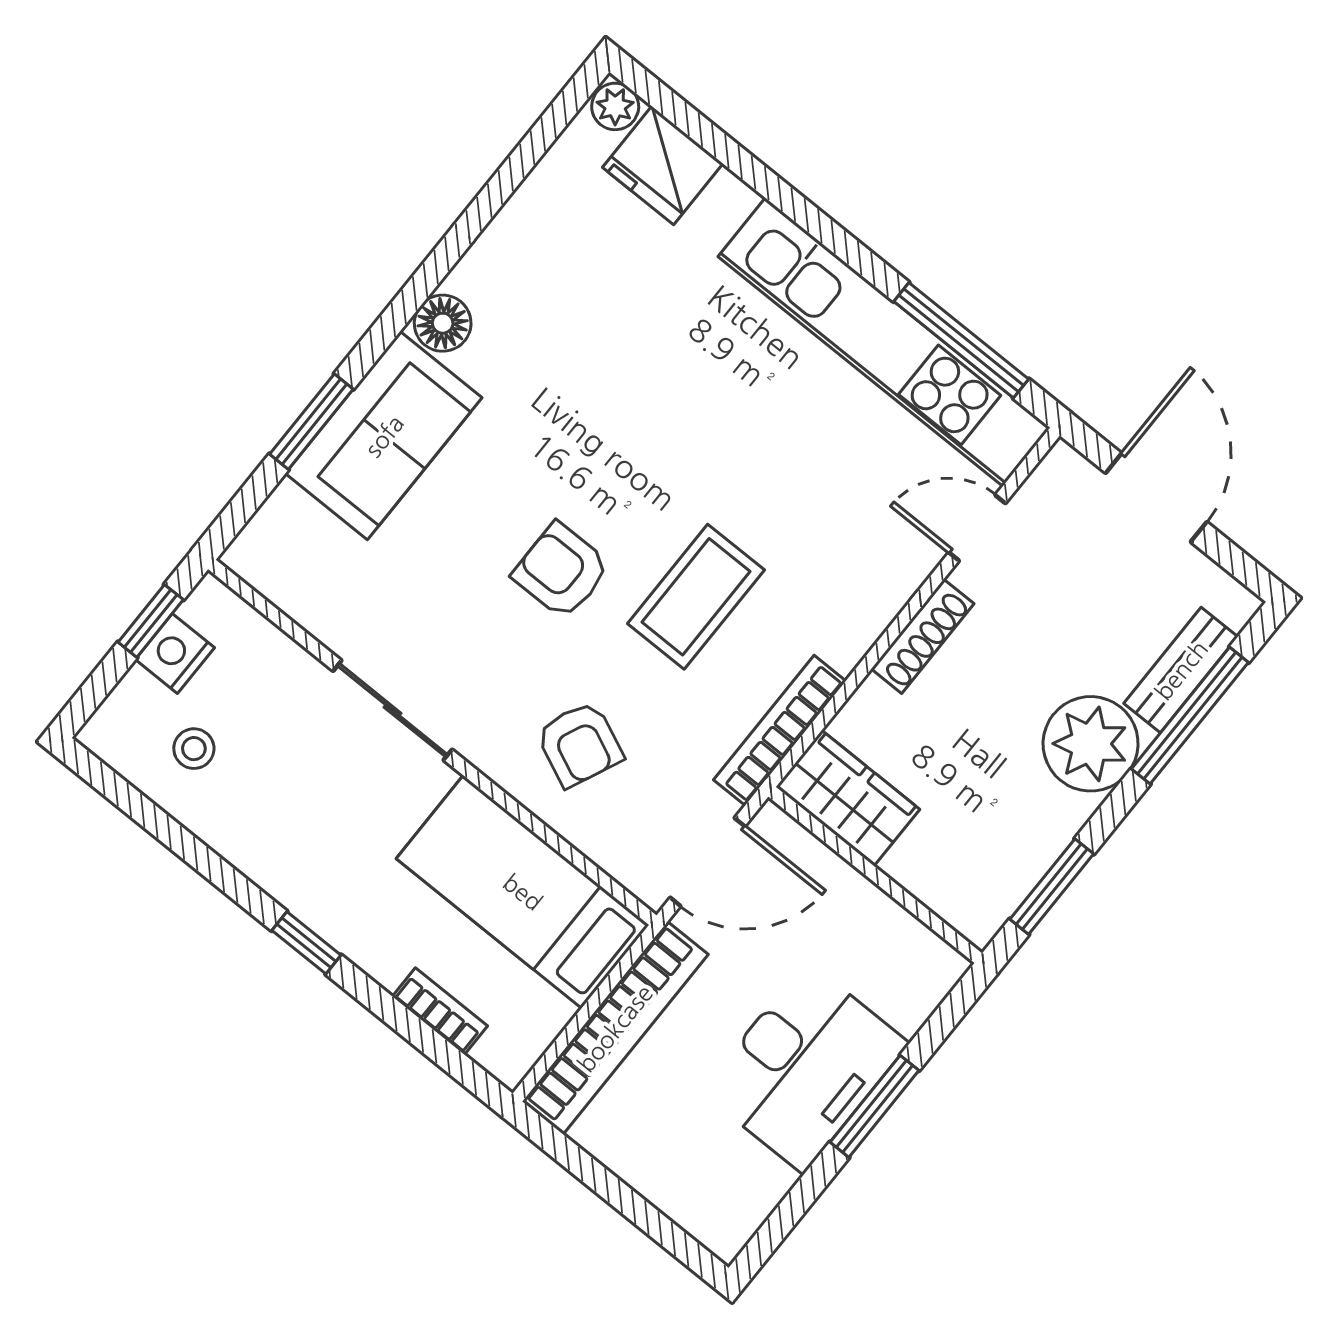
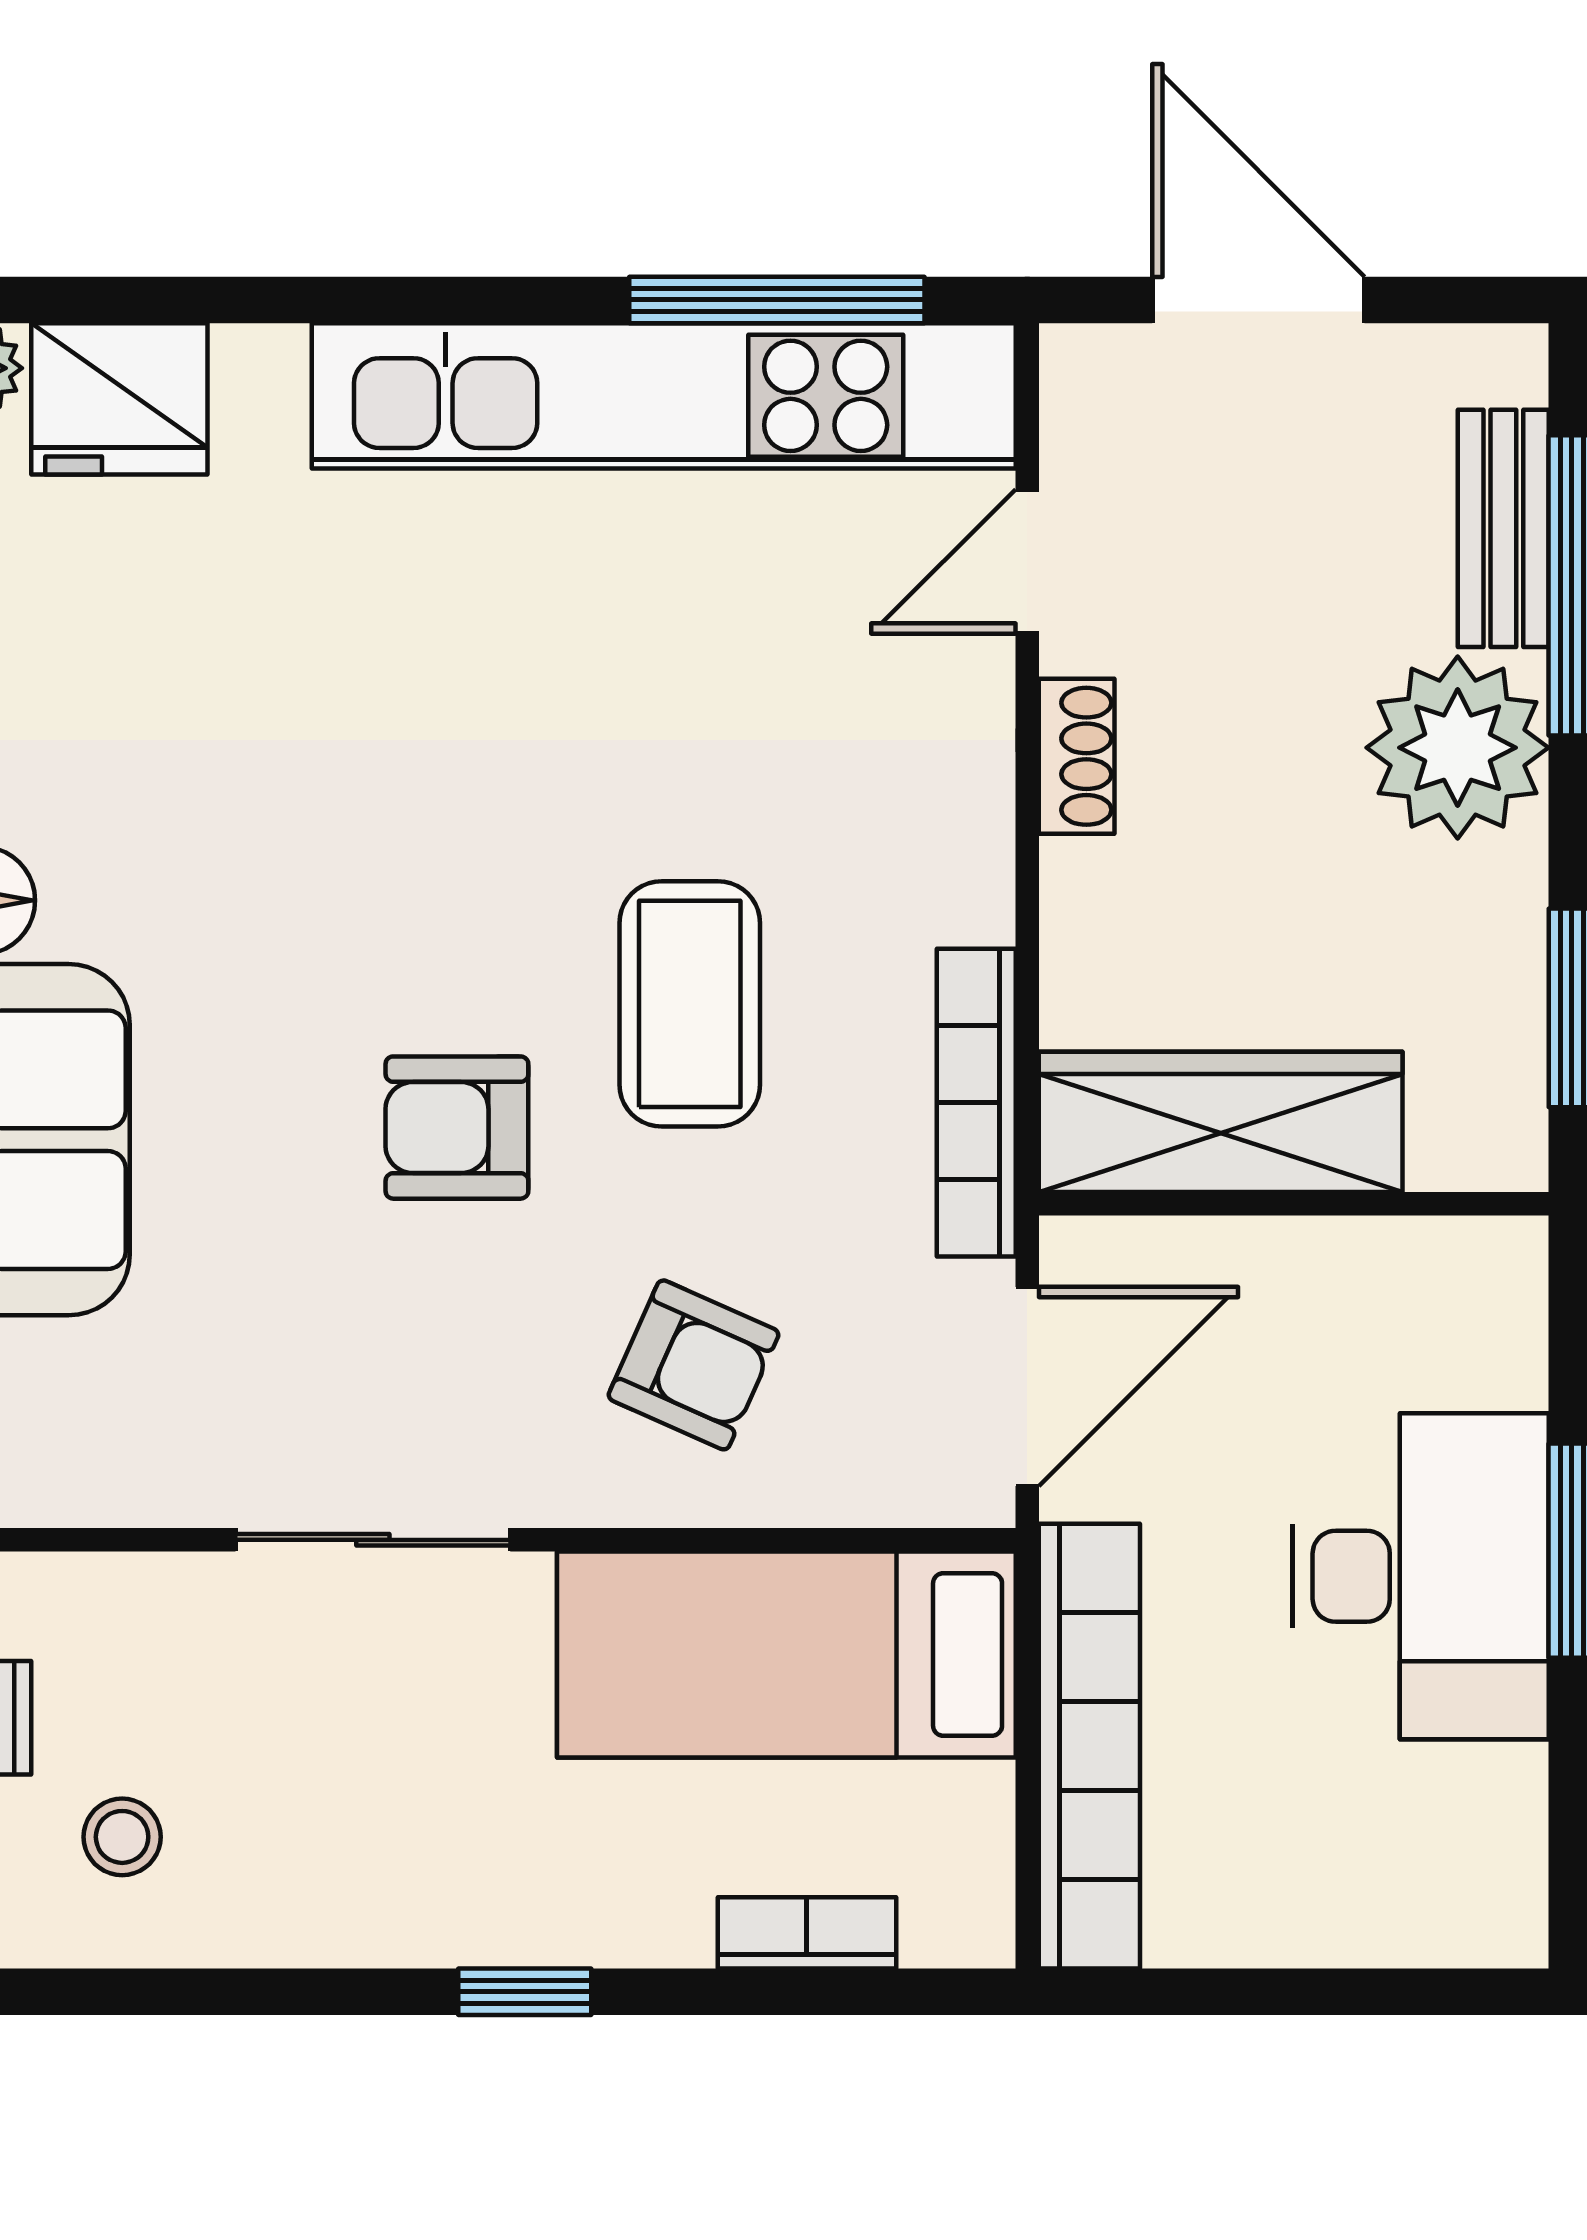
shoe rack: (923, 636) -> (1077, 756), width x0.70
wardrobe: (848, 798) -> (1221, 1122), width x1.50

